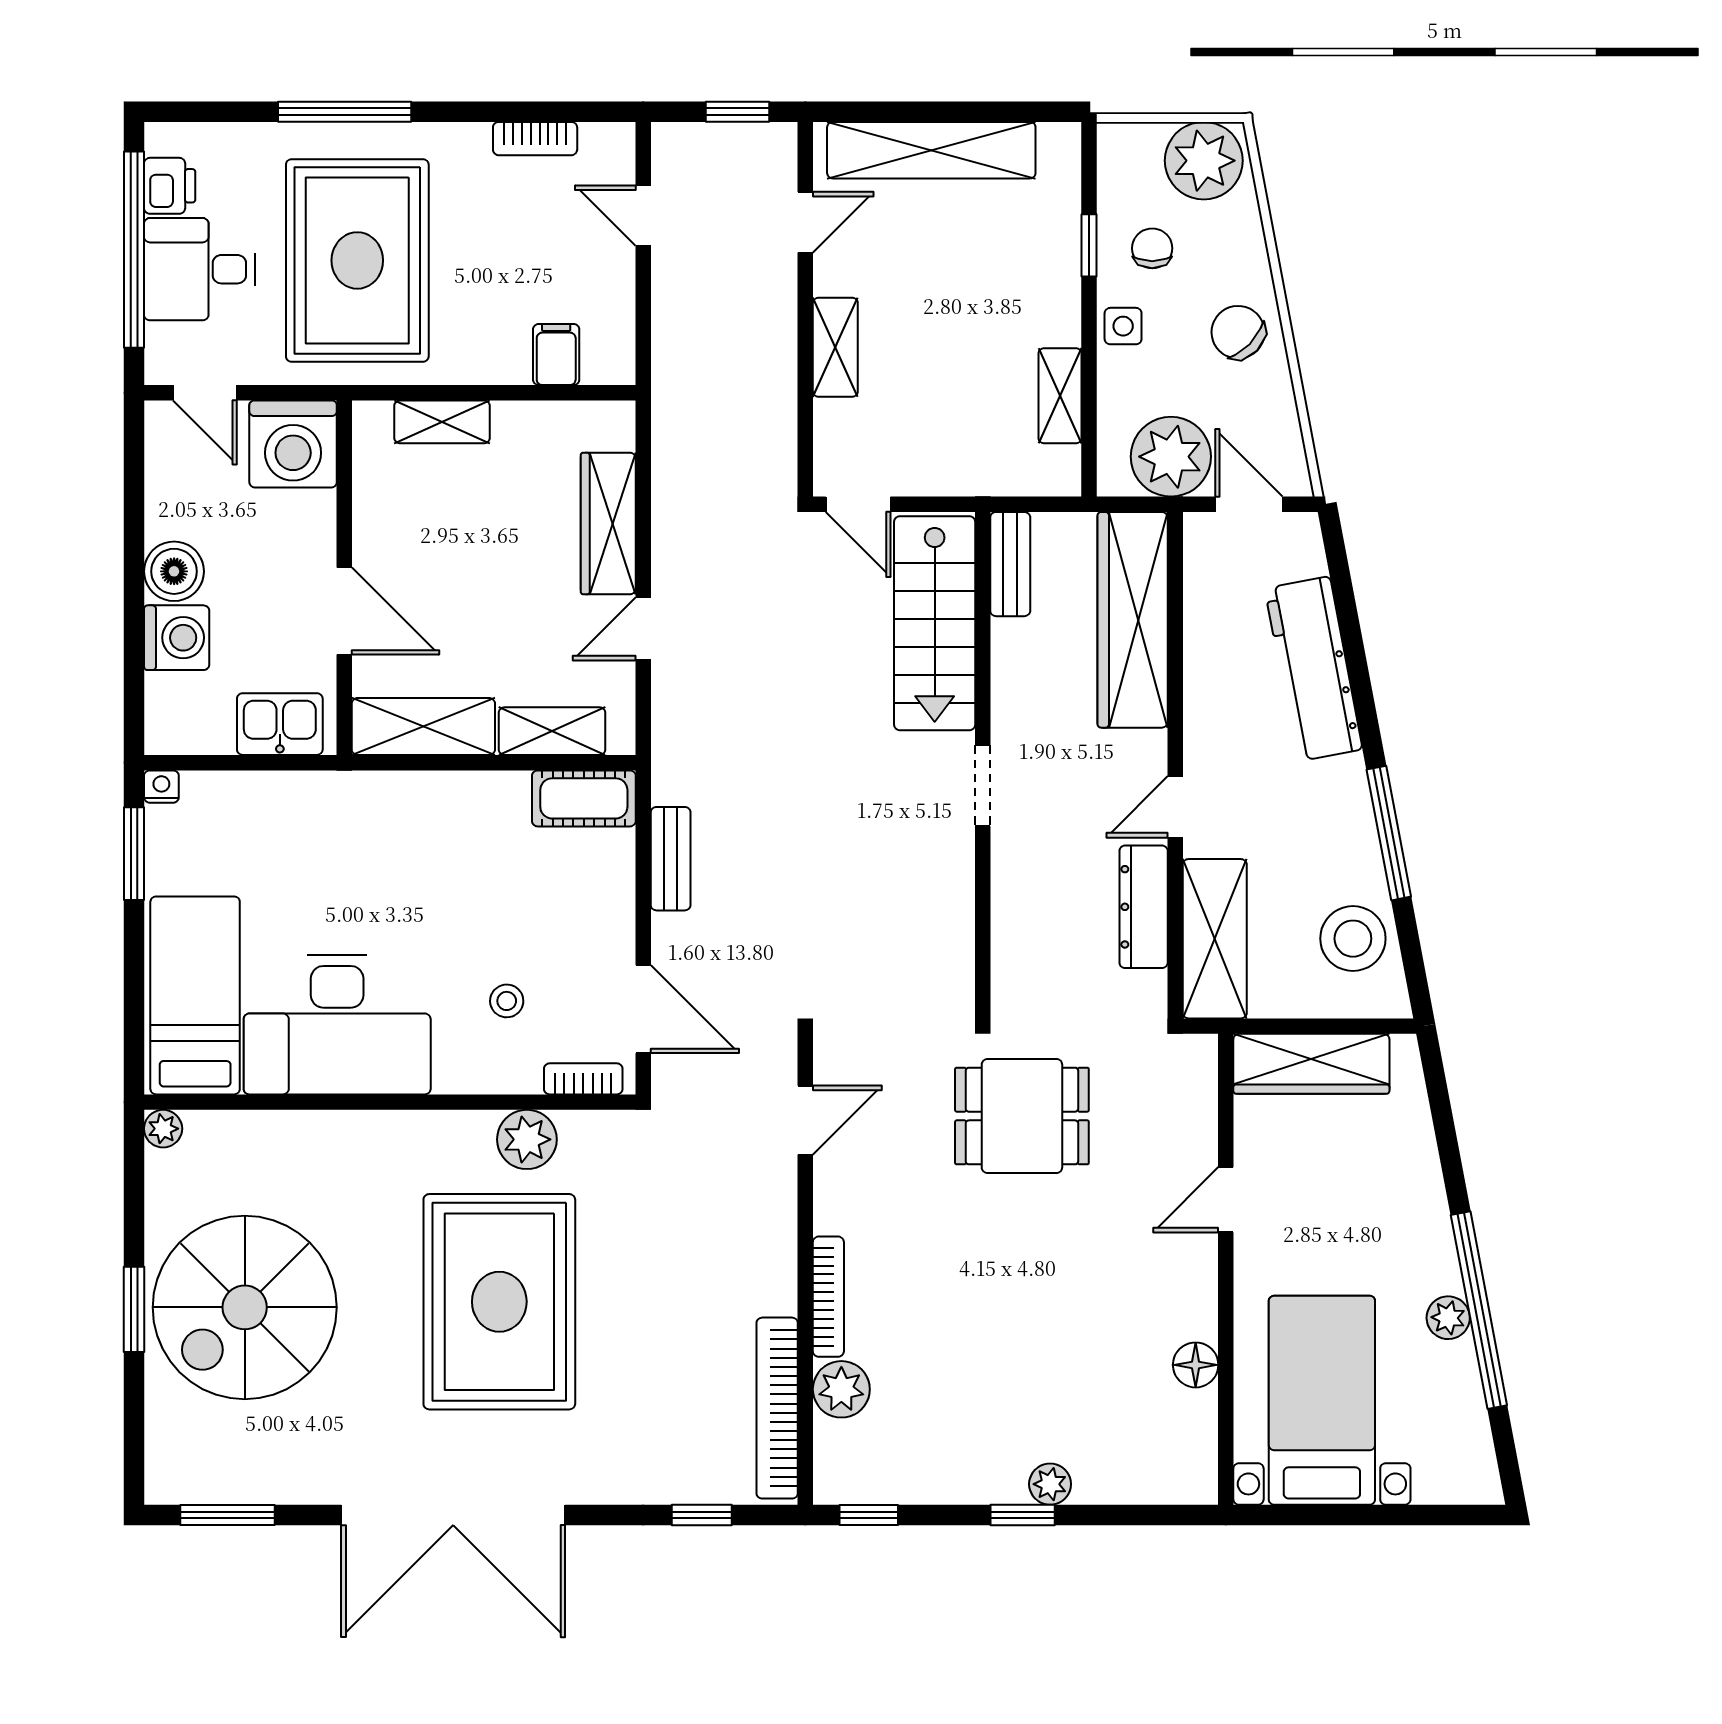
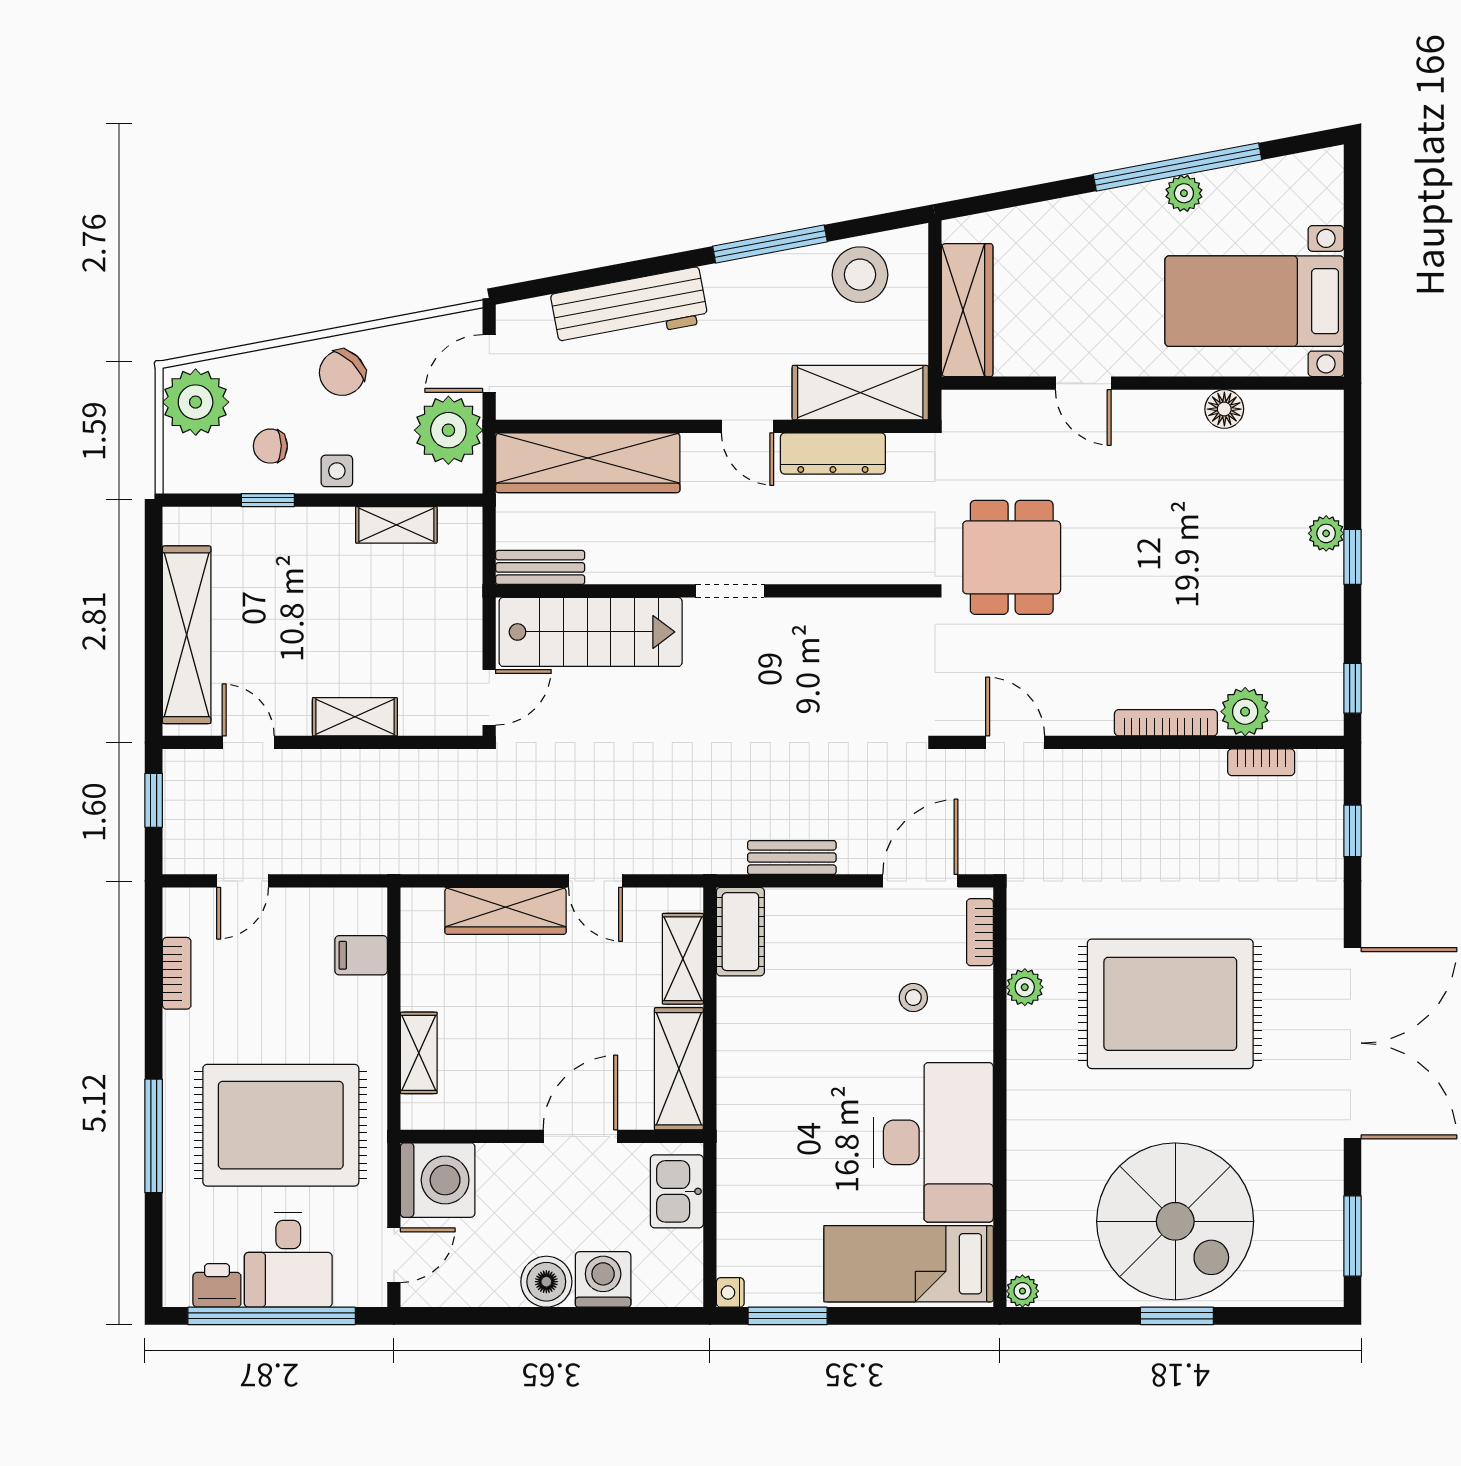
plant: (527, 1139) -> (1025, 987), width x0.73, depth x0.73
bookcase: (777, 1408) -> (1261, 762), width x0.43, depth x0.76

